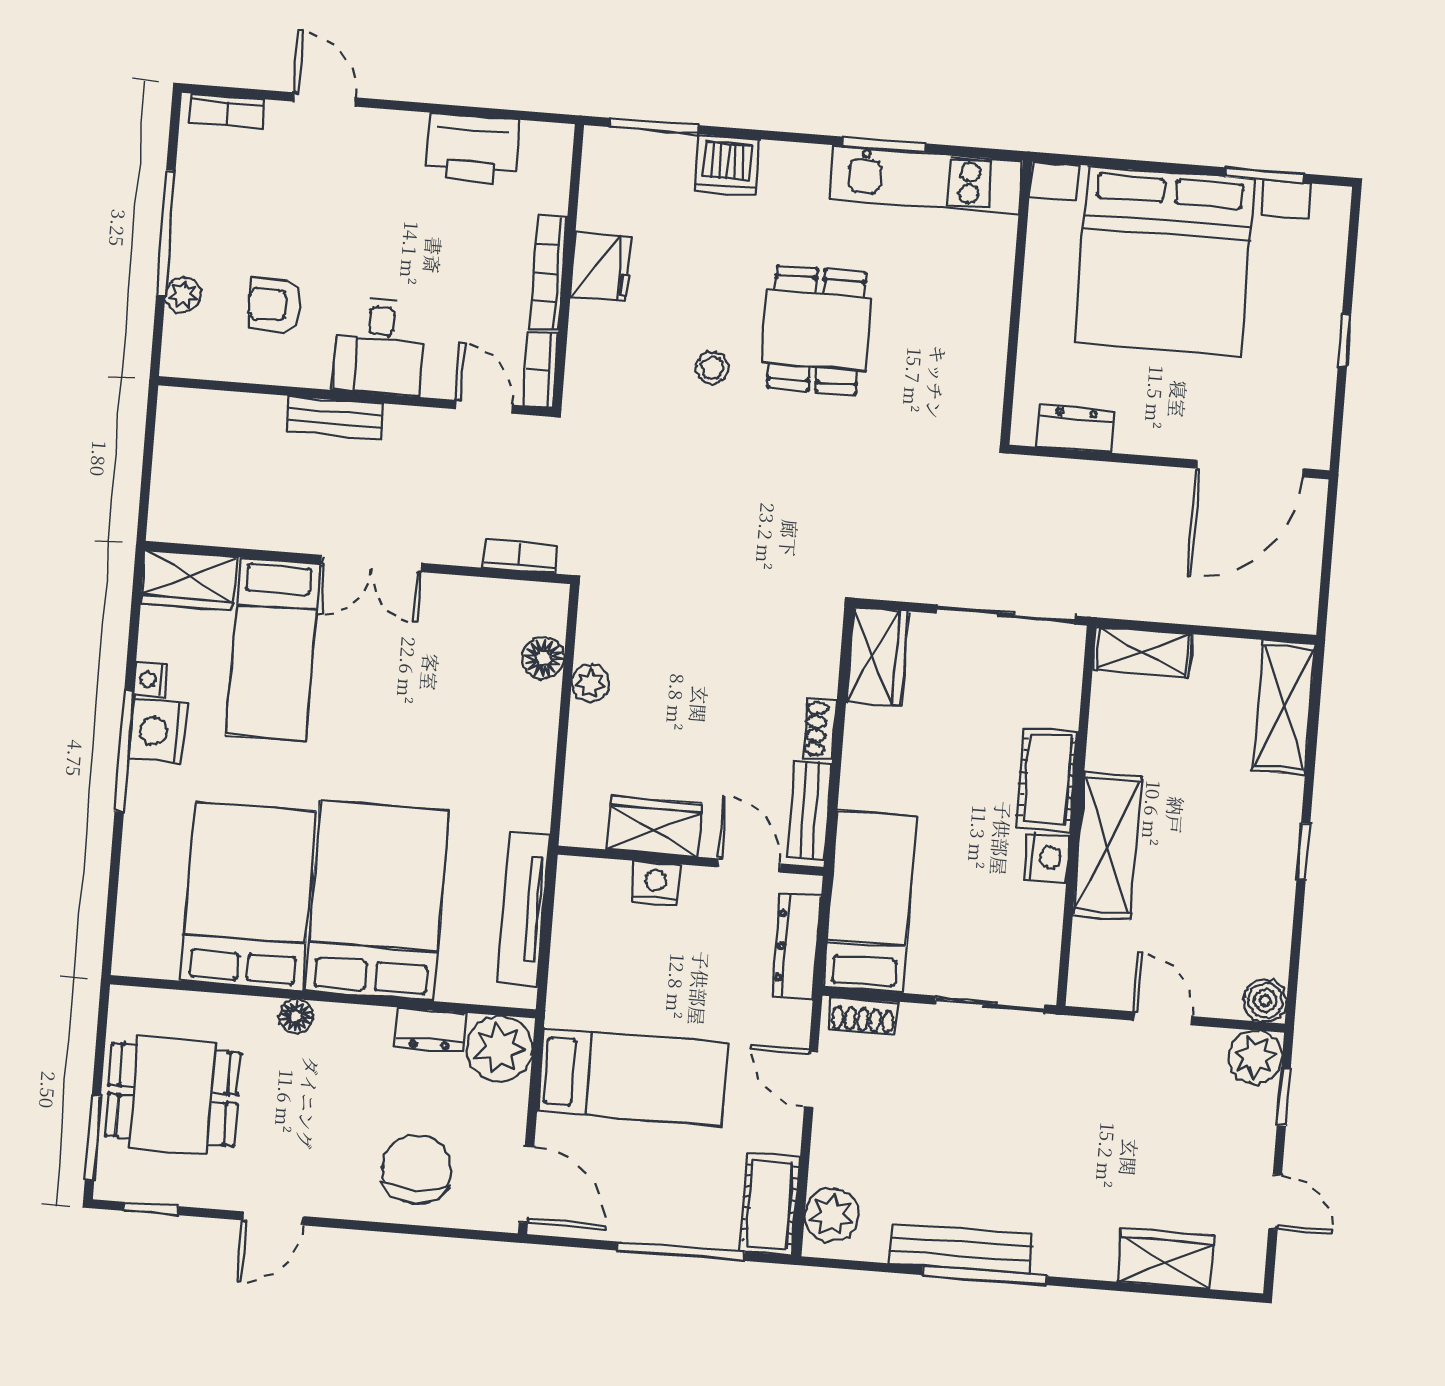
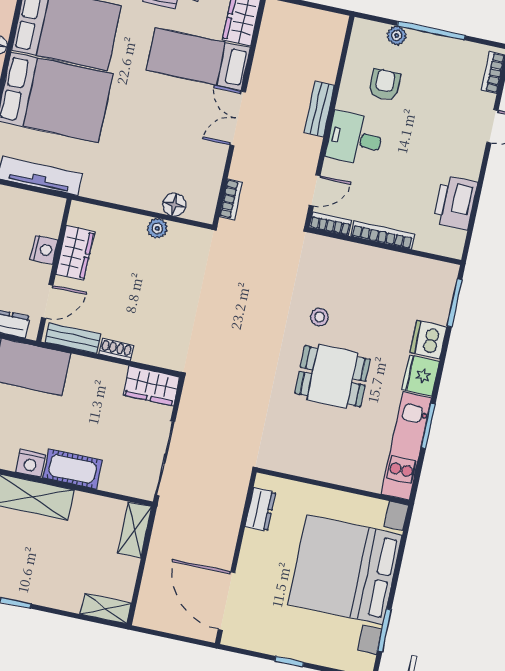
fridge: (601, 267) -> (421, 375), moved, turned 90
shelving: (1284, 707) -> (106, 609), width x0.67, depth x0.75

